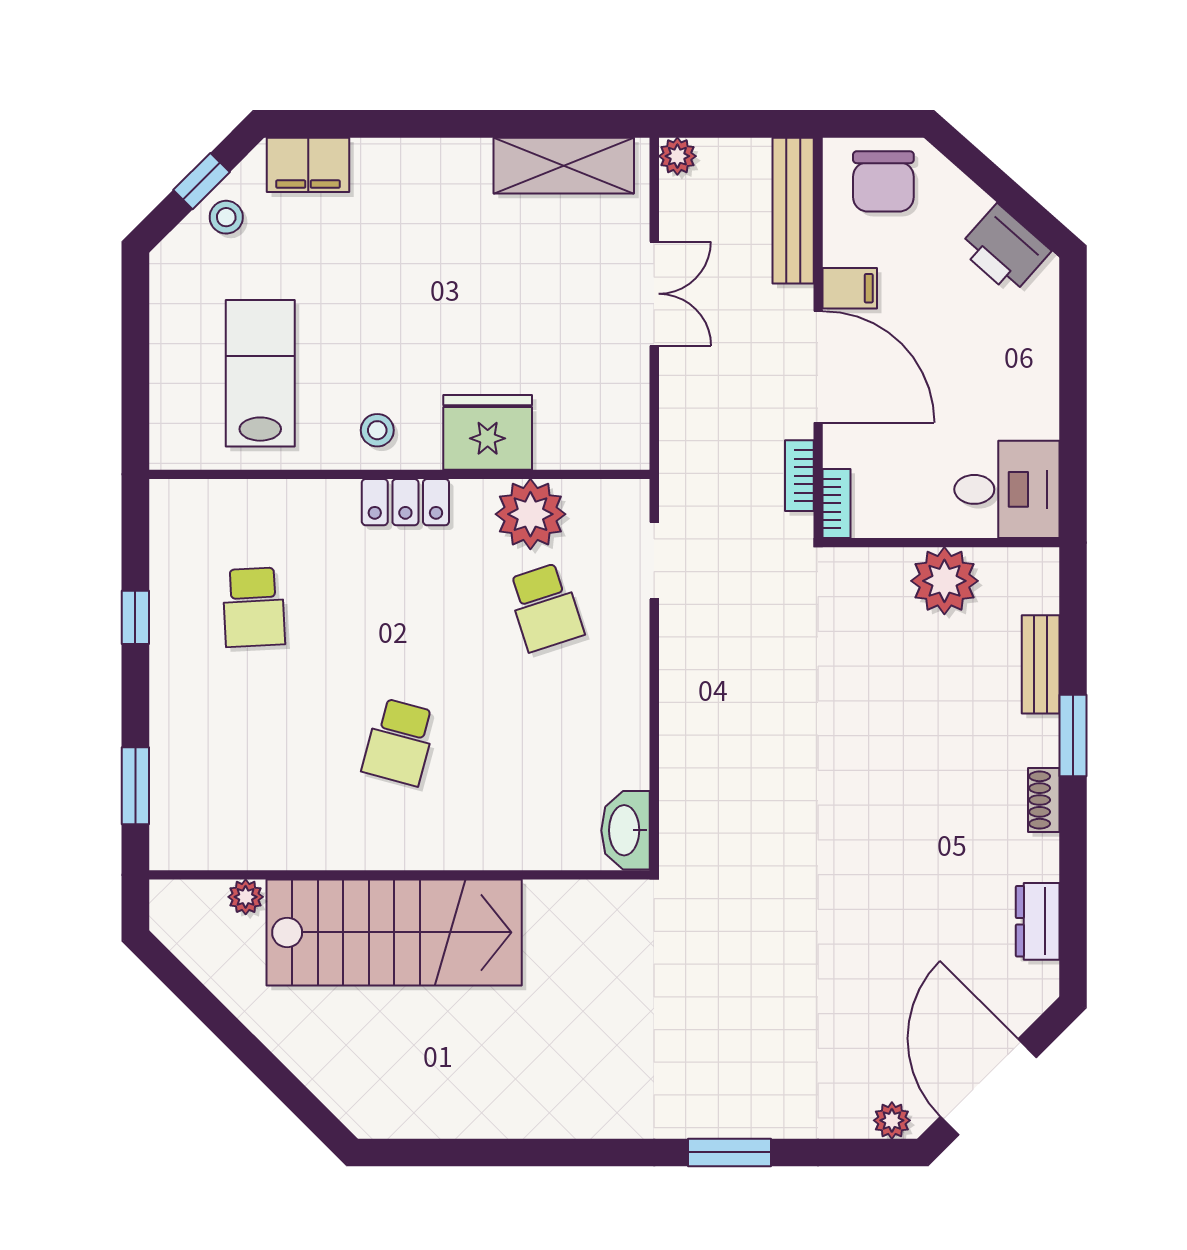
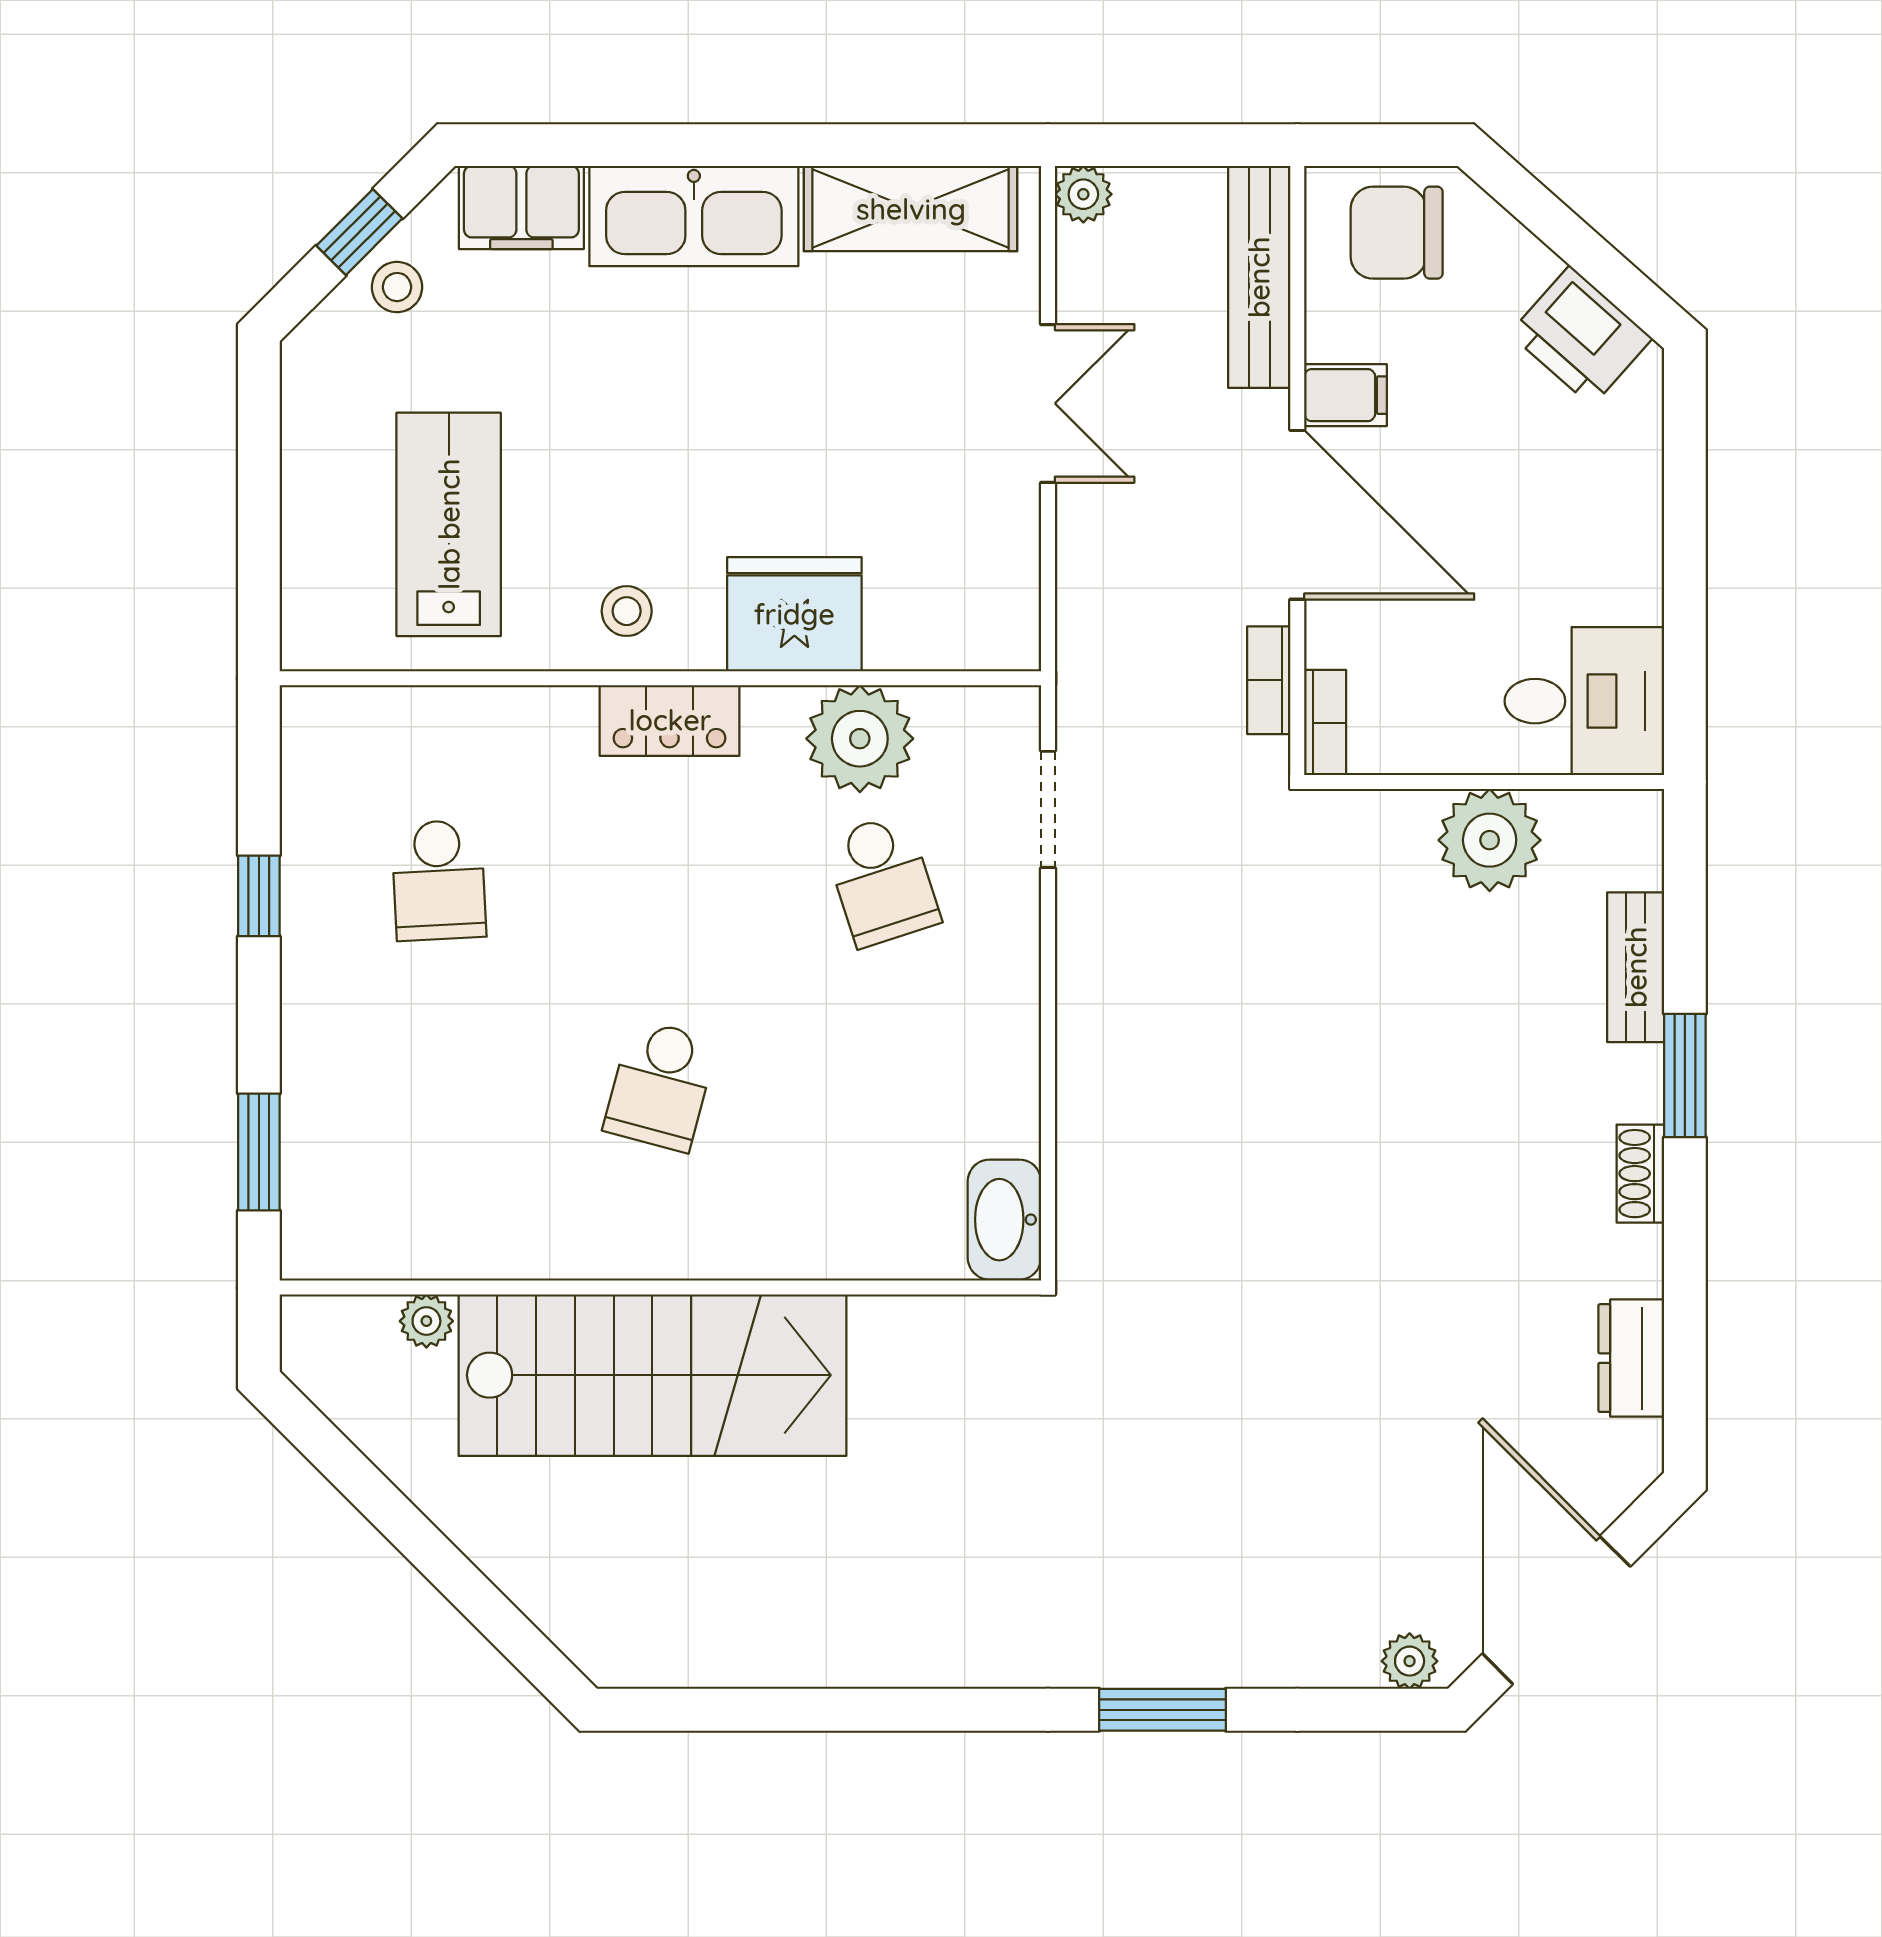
kitchen sink: (421, 171) -> (694, 216), added
chair: (883, 181) -> (1397, 233), turned 90

